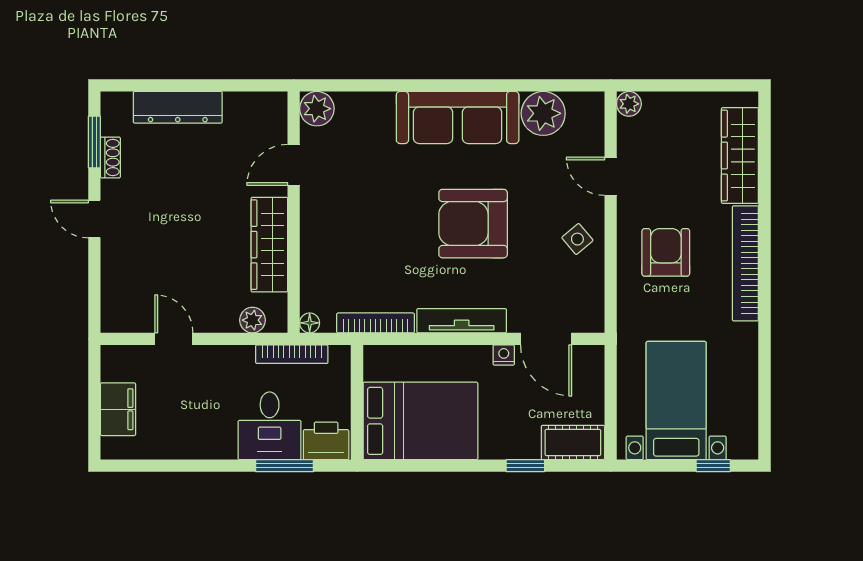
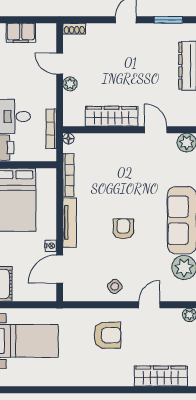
shoe rack: (110, 157) -> (74, 29), moved
armchair: (473, 224) -> (123, 229), width x0.53, depth x0.53
bookcase: (745, 263) -> (101, 379), removed
plant: (252, 320) -> (70, 84), moved
door: (174, 339) -> (60, 64), swing flipped

